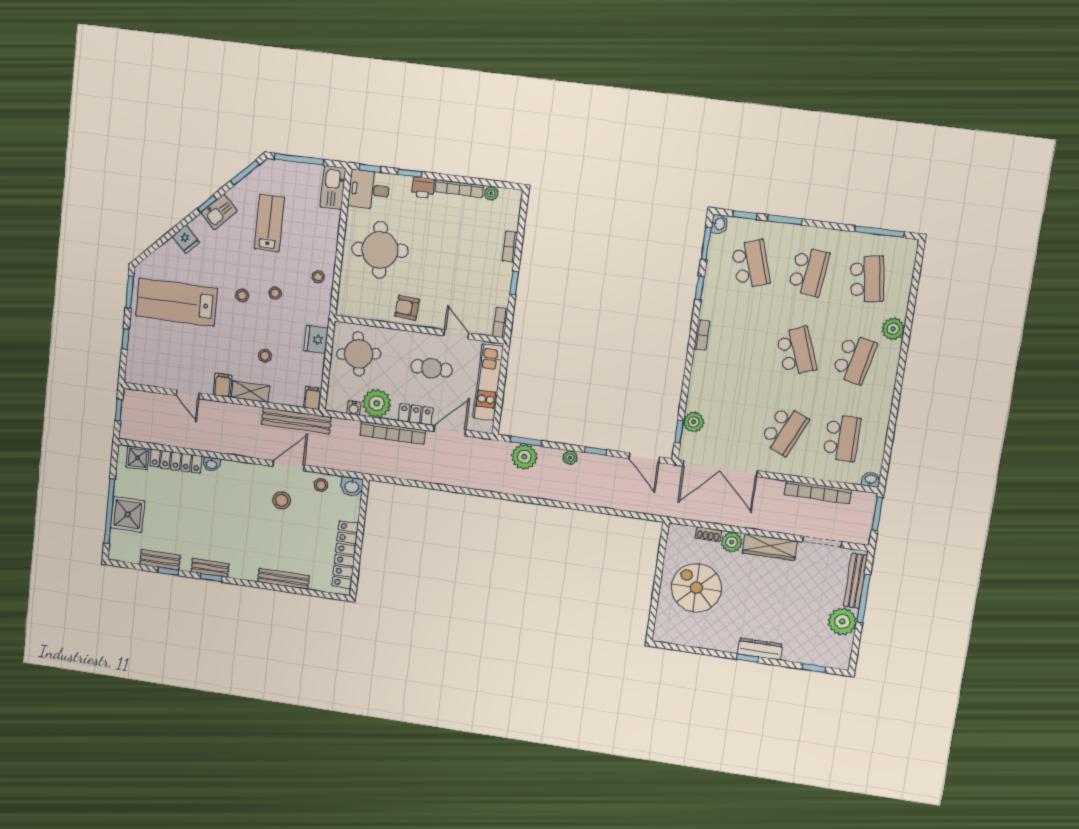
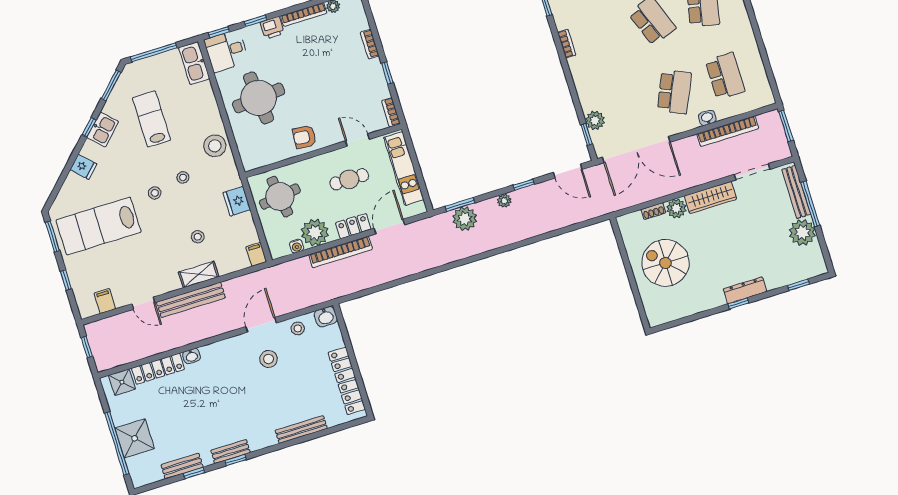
stool: (318, 277) -> (215, 146), width x1.89, depth x1.89
filing cabinet: (223, 385) -> (105, 301), moved
bench: (296, 421) -> (191, 300), moved
washbasin: (871, 480) -> (707, 118), moved

